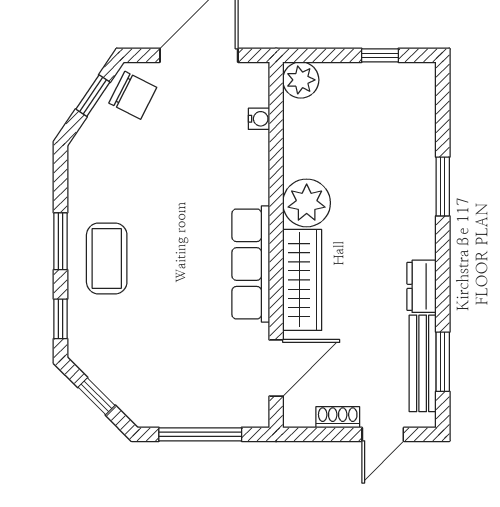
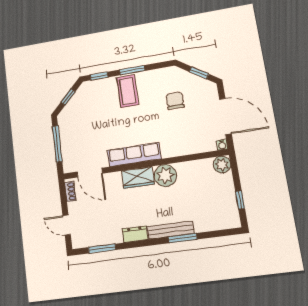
chair: (133, 95) -> (175, 101), moved, turned 153
water cooler: (259, 119) -> (222, 145), moved
coffee table: (107, 258) -> (128, 91), turned 90
wardrobe: (302, 280) -> (138, 178), width x0.67
bench: (423, 363) -> (171, 230), moved
shoe rack: (338, 417) -> (70, 192), moved

